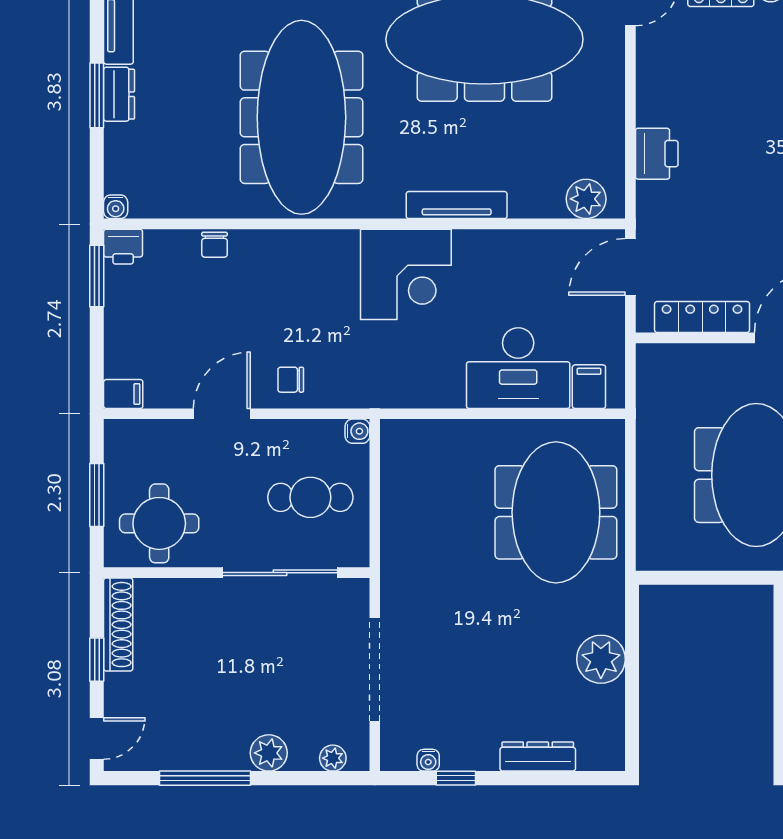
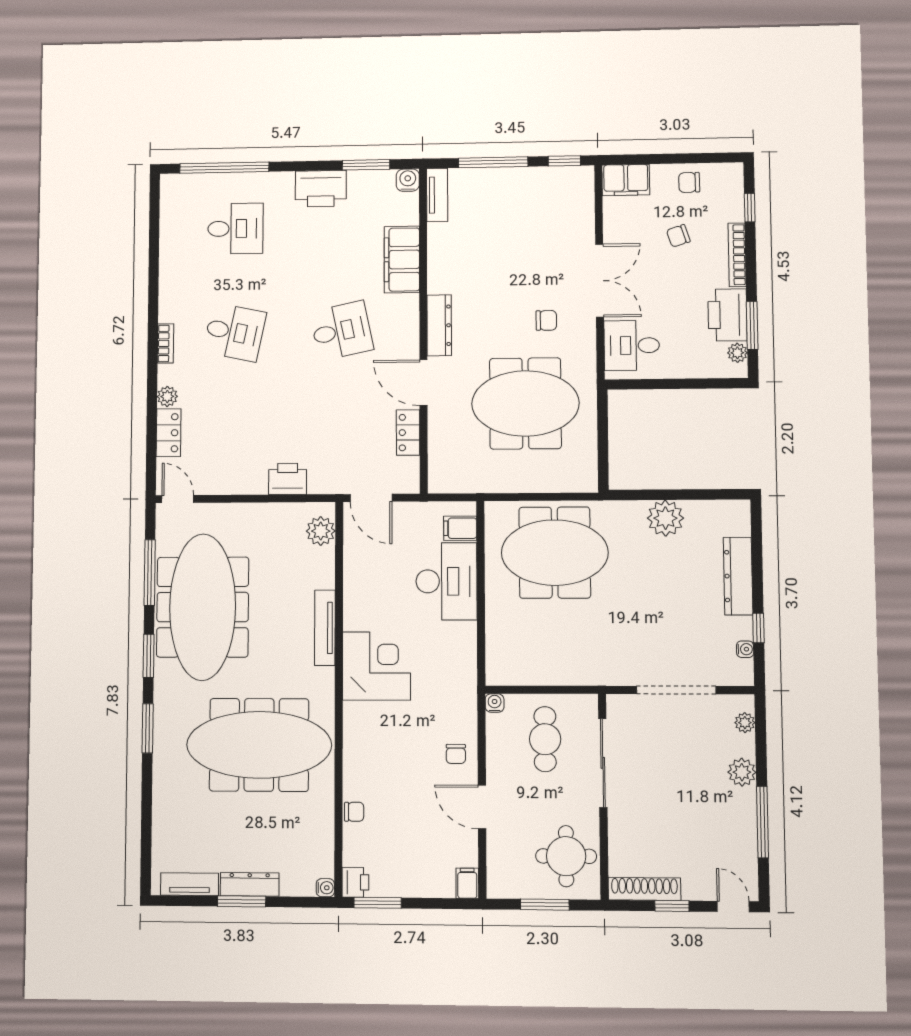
dresser: (119, 94) -> (250, 884), width x1.44
locker: (702, 317) -> (408, 433), width x0.66
dresser: (538, 757) -> (738, 576), width x1.37, depth x1.24

